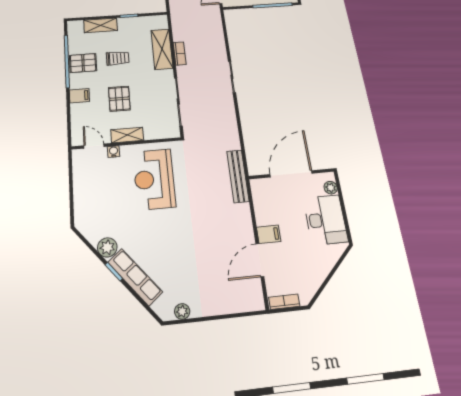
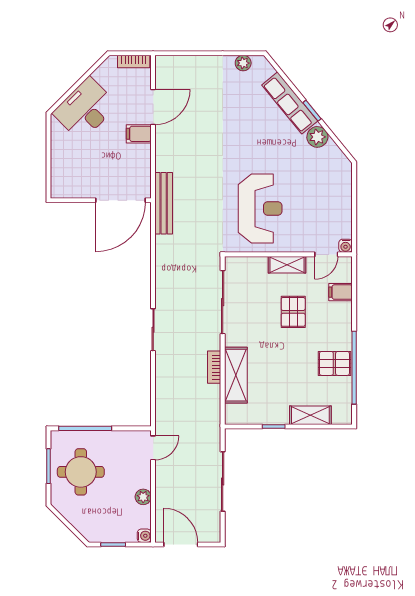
trolley: (118, 58) -> (292, 367), removed
filing cabinet: (79, 96) -> (341, 292), moved
door: (94, 146) -> (326, 254), hinge flipped
water cooler: (114, 152) -> (346, 246), moved
door: (291, 174) -> (120, 200), moved
plant: (331, 188) -> (58, 180), removed
desk: (325, 220) -> (85, 109), moved, turned 45

